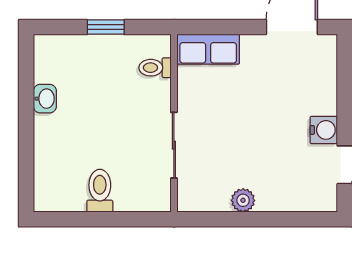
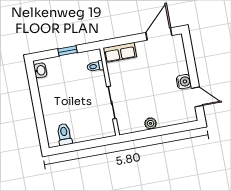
washbasin: (45, 99) -> (40, 70), moved
toilet: (100, 191) -> (64, 134), moved

